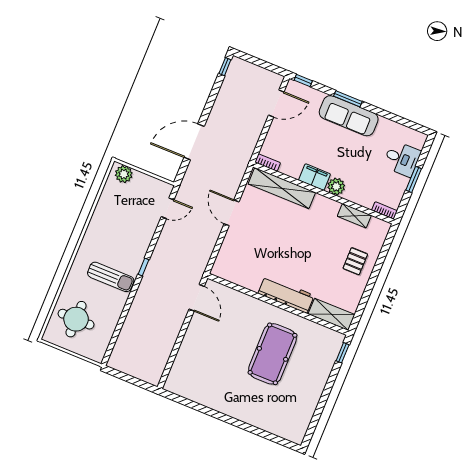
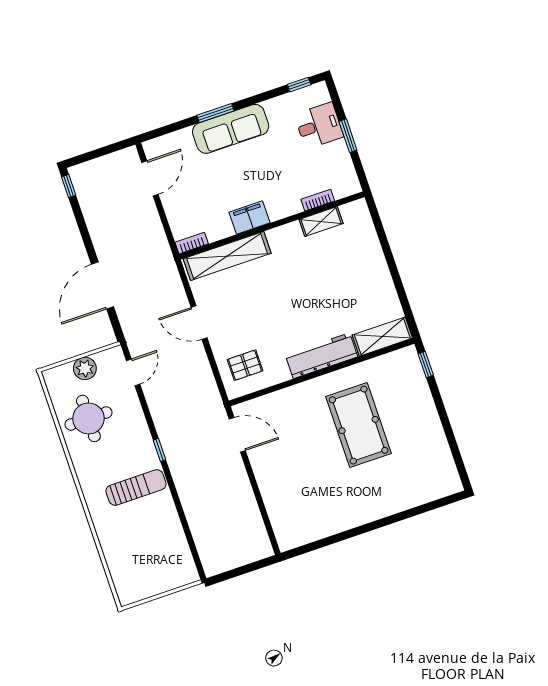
window: (303, 80) -> (299, 85), moved
plant: (124, 174) -> (85, 368), moved
plant: (336, 186) -> (279, 208), removed
bookcase: (385, 210) -> (318, 200), moved
pallet: (355, 261) -> (245, 365), moved, turned 90
round table: (76, 319) -> (88, 418), moved

